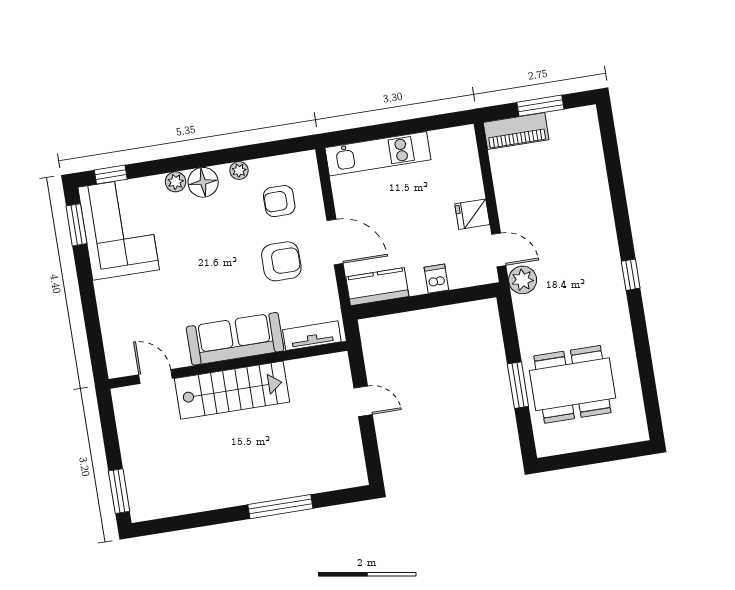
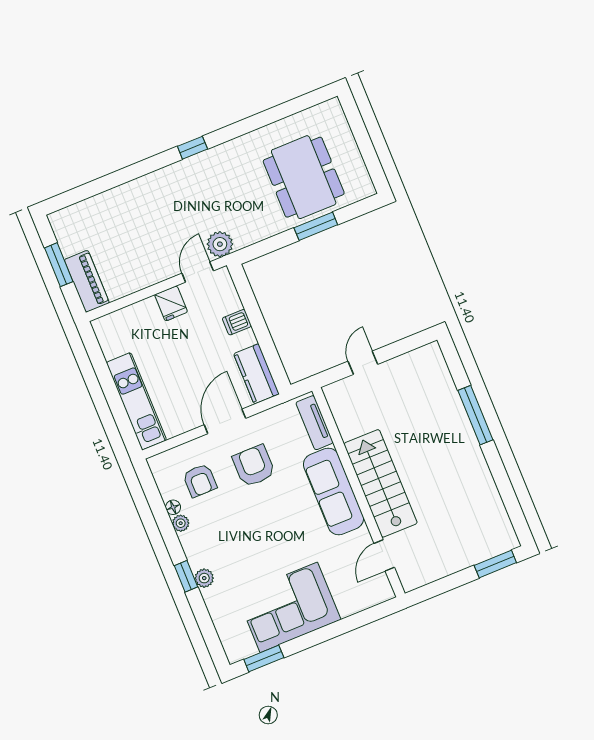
window: (111, 175) -> (186, 576), moved
floor lamp: (203, 182) -> (173, 507), moved, width x0.53, depth x0.53
corner sofa: (119, 228) -> (289, 607), moved

